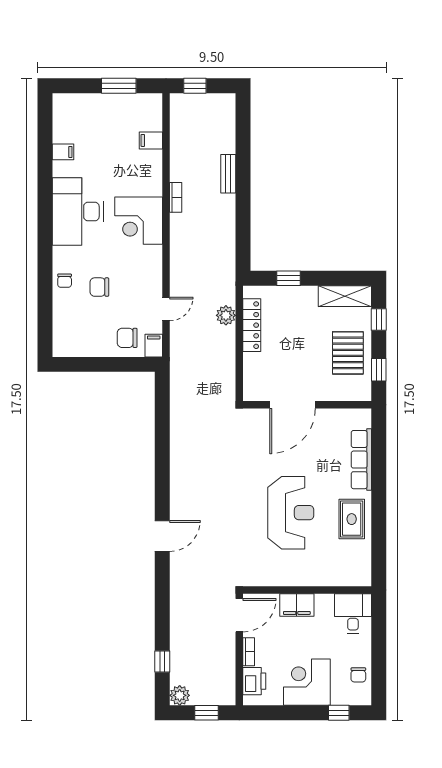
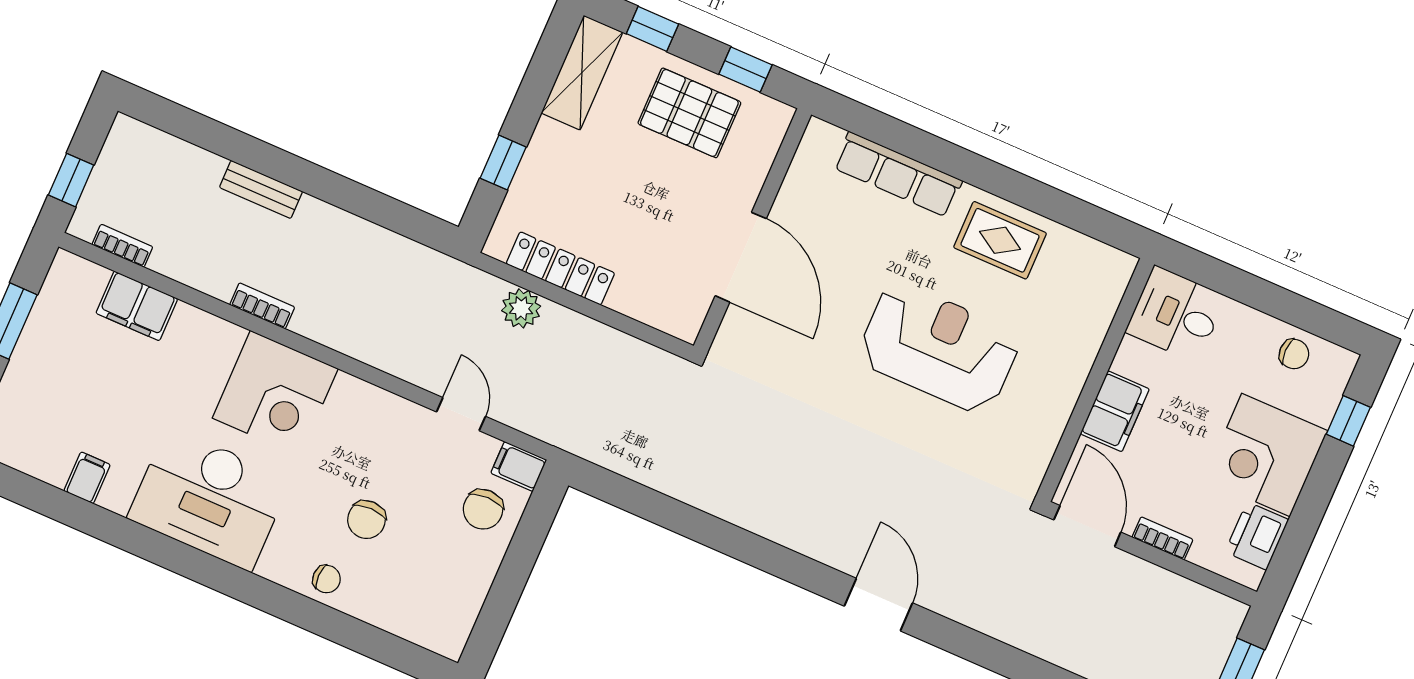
bookcase: (175, 122) -> (122, 246), added
filing cabinet: (151, 140) -> (137, 306), width x2.00
printer: (254, 681) -> (1257, 536), moved, turned -90

